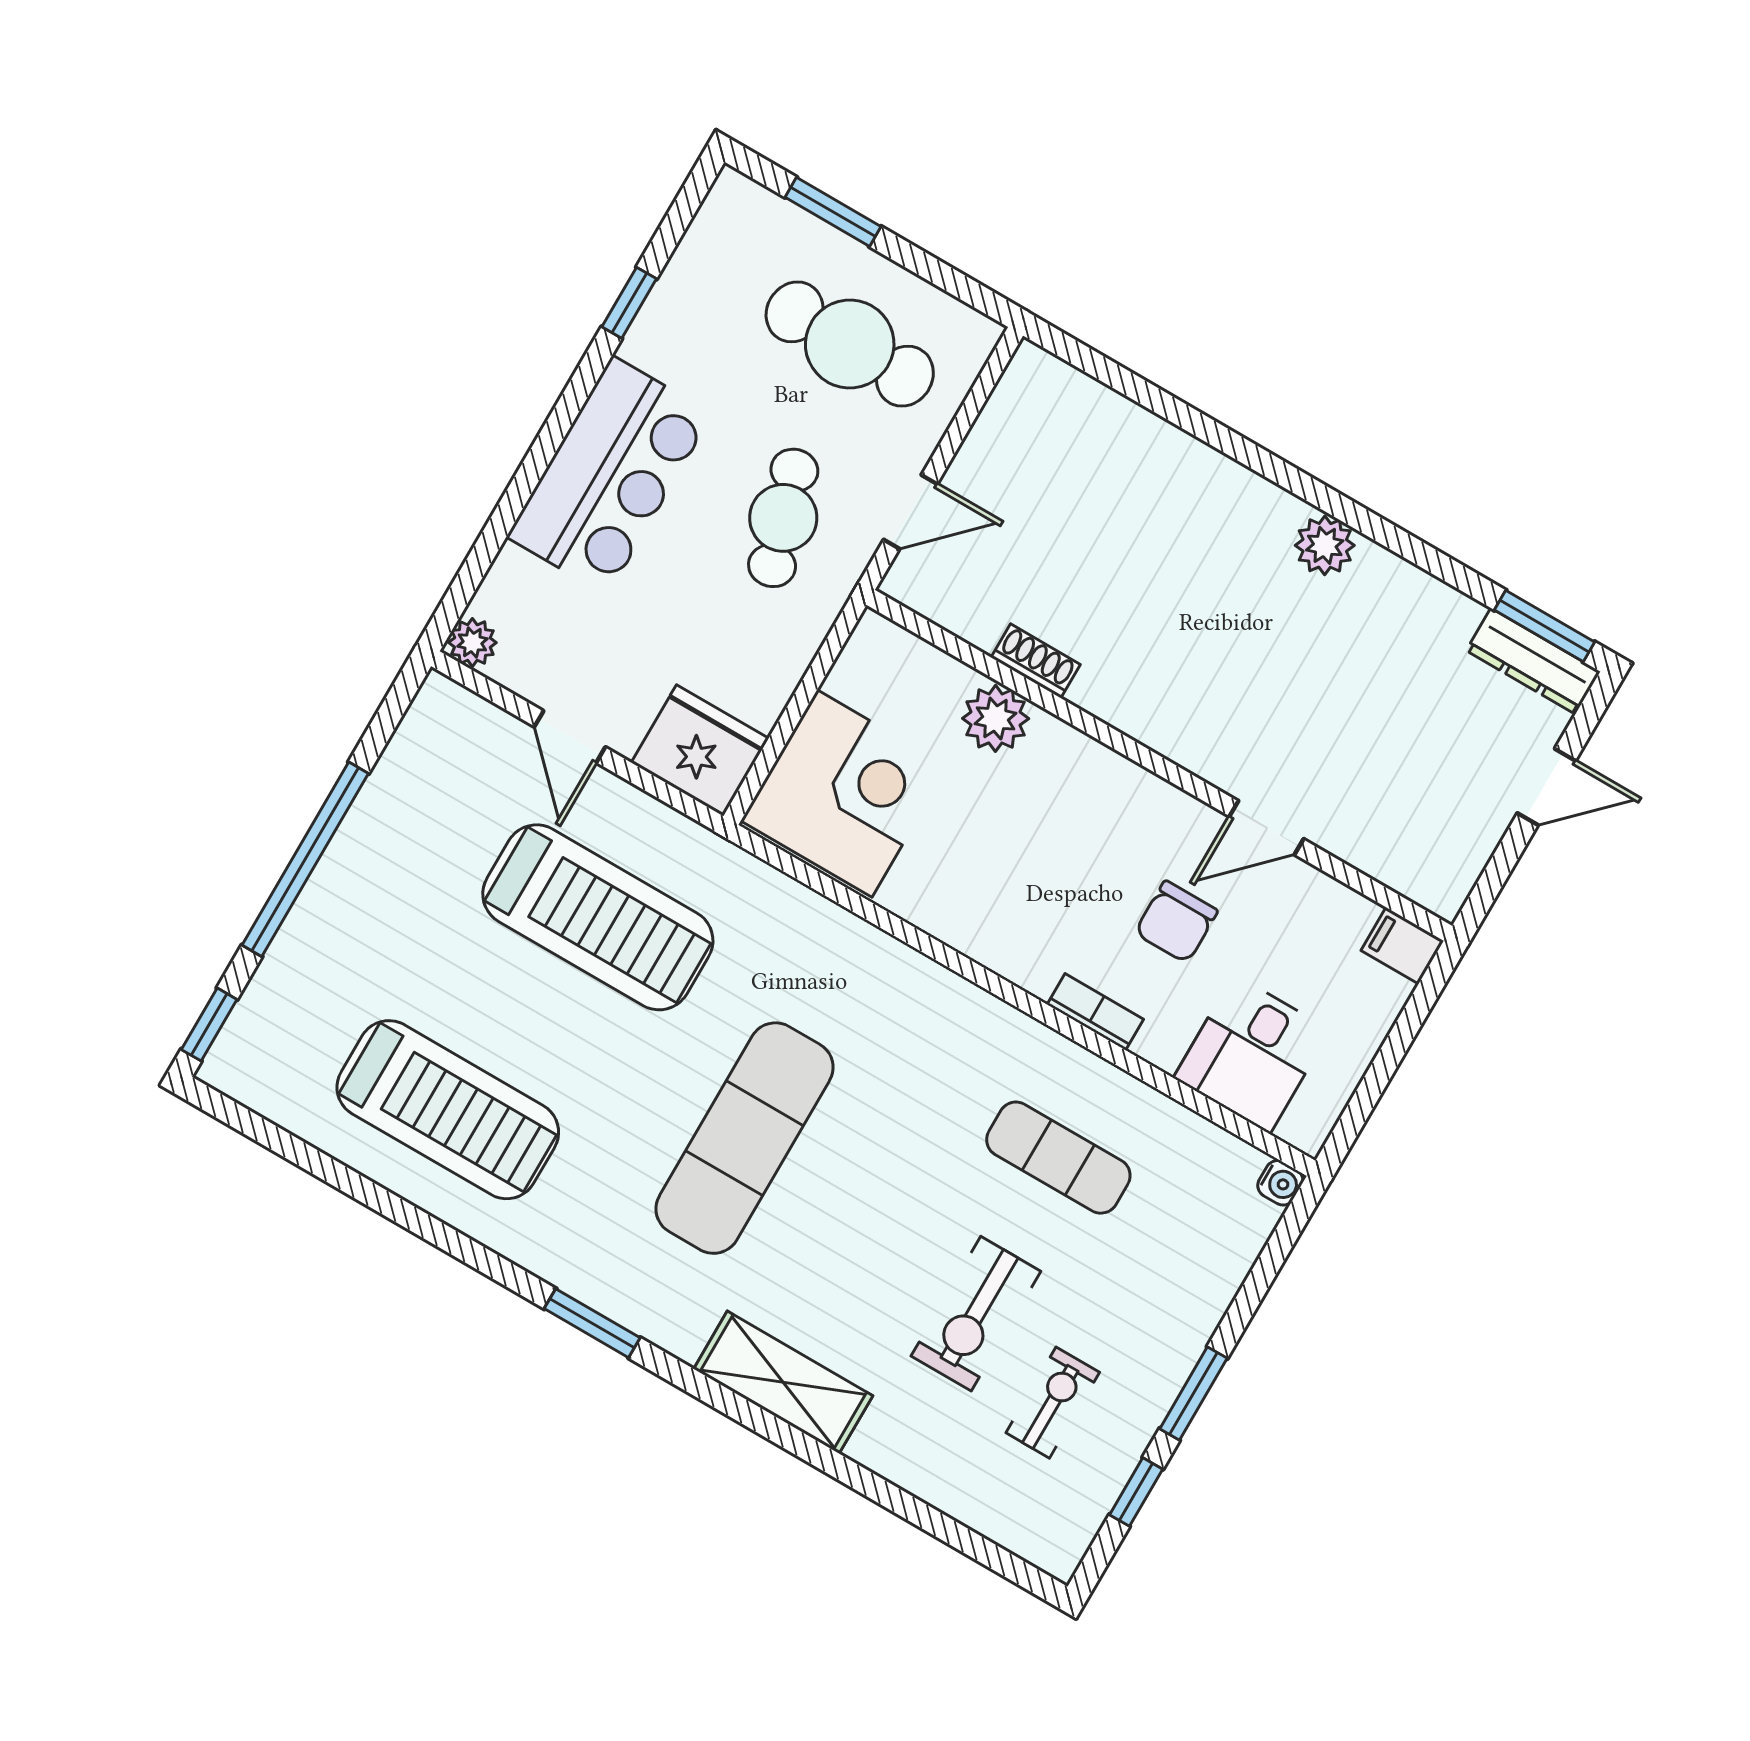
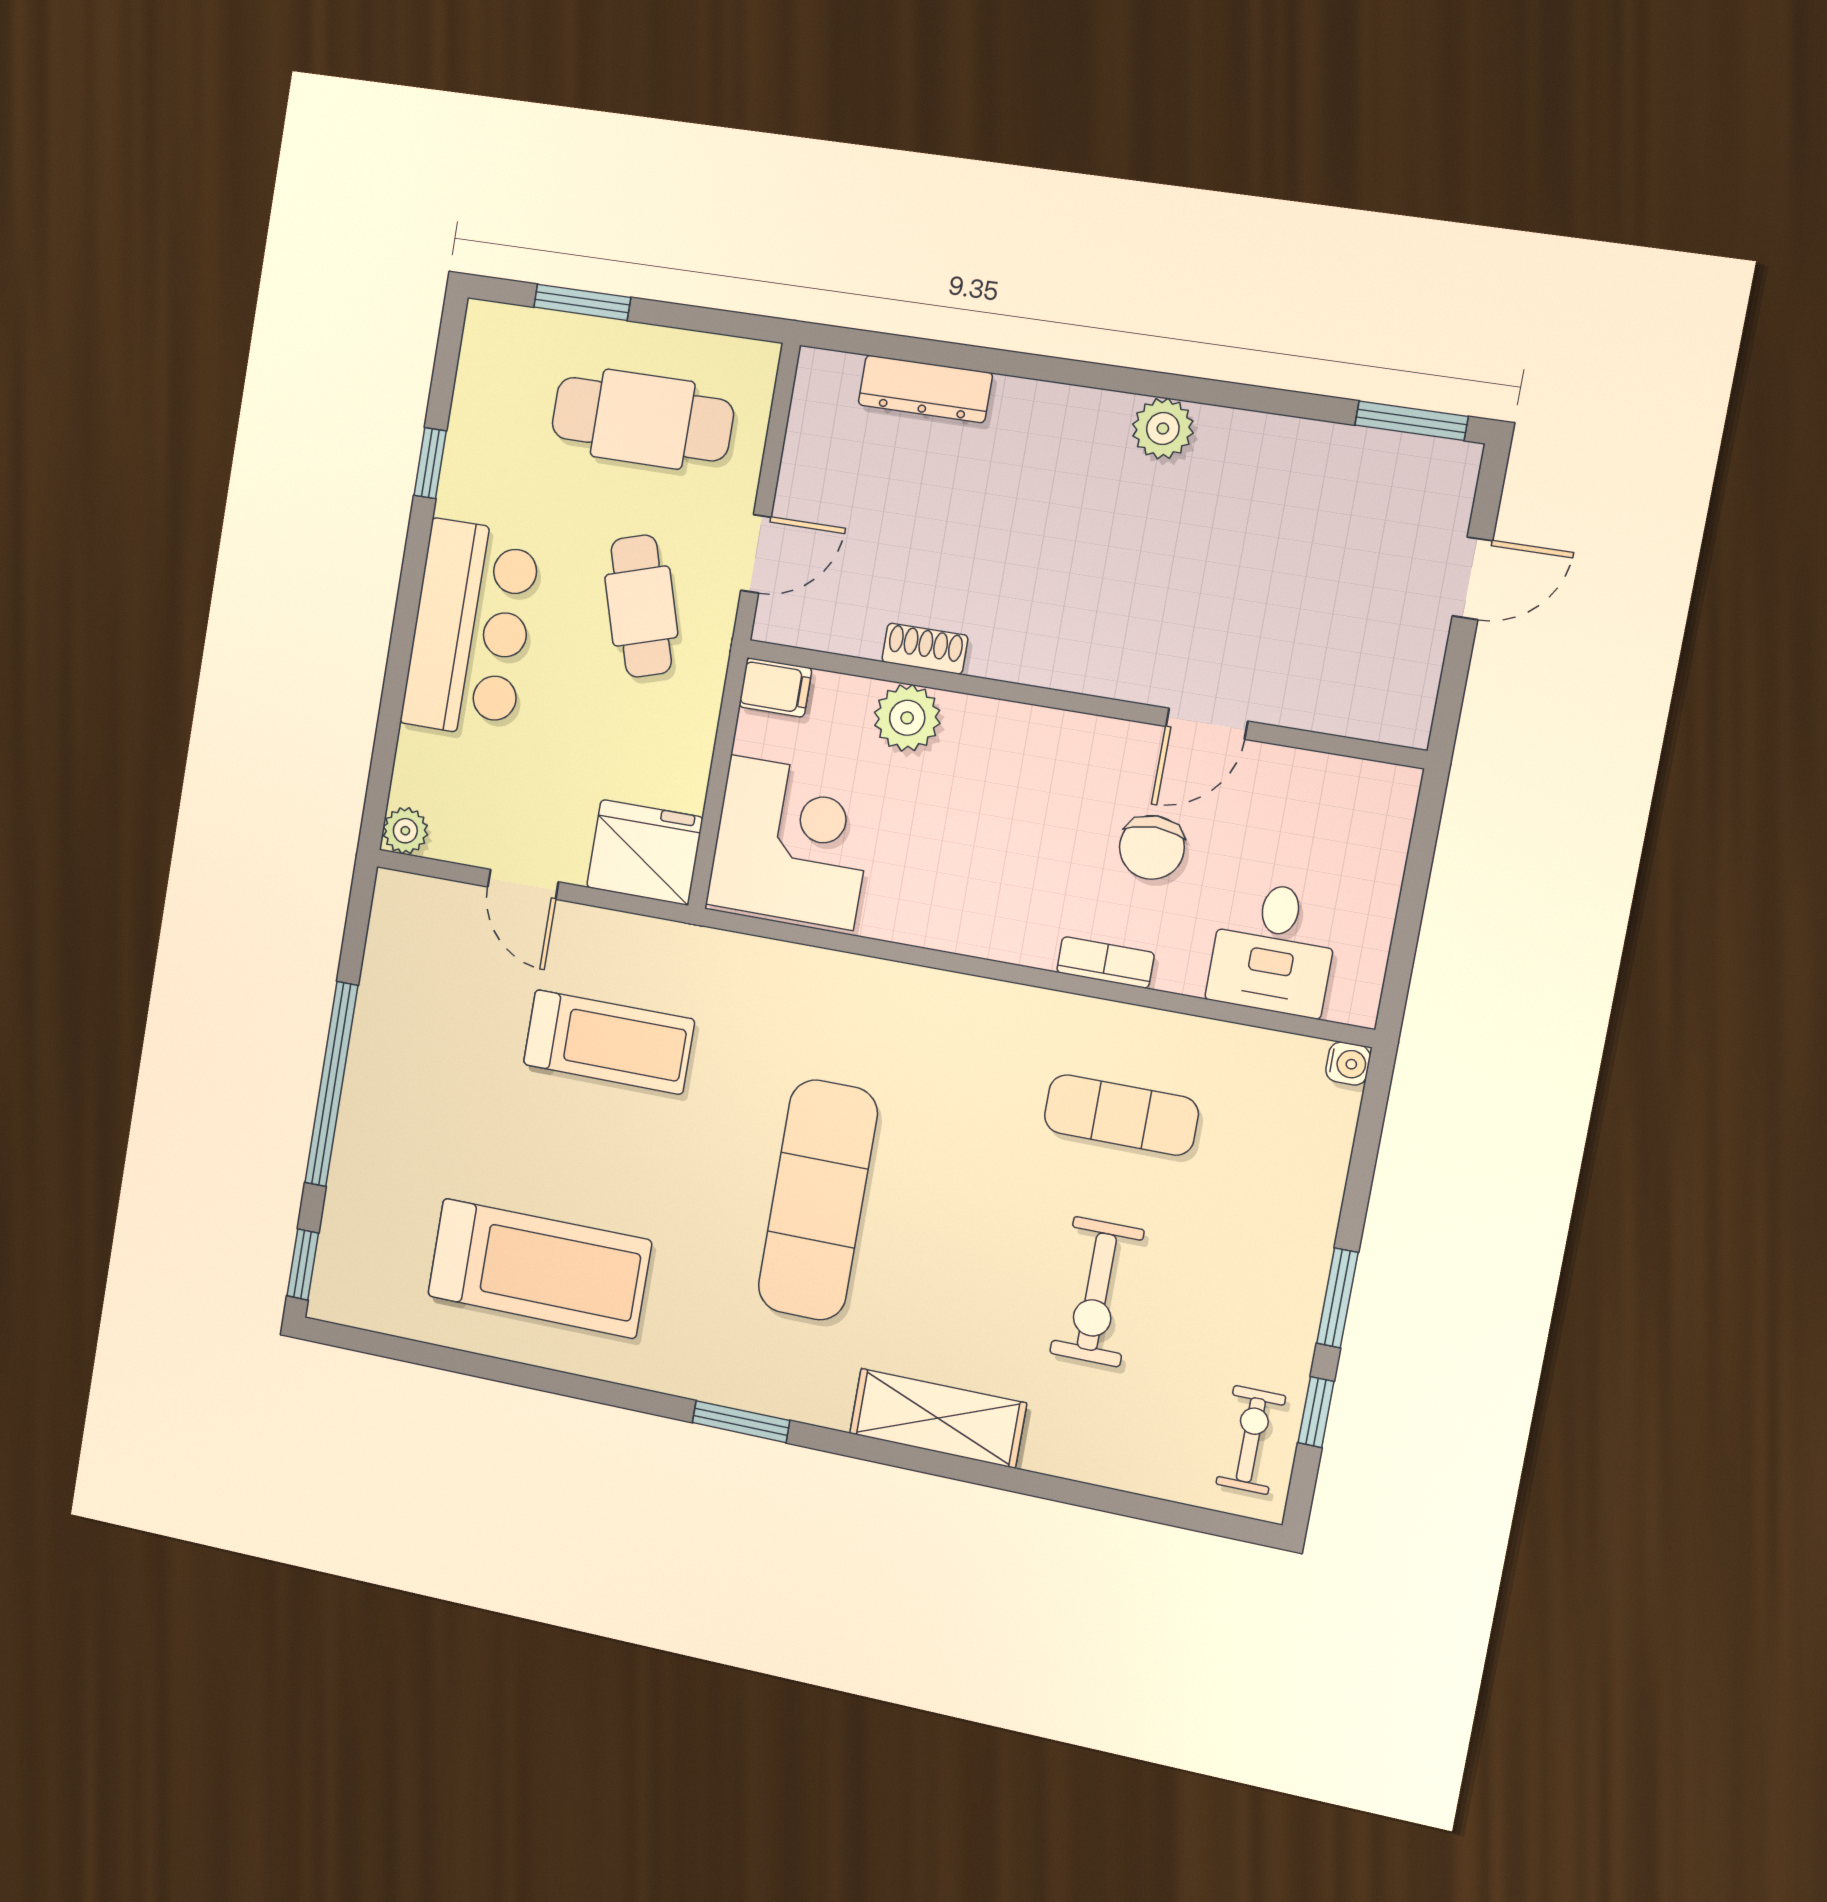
dresser: (1533, 661) -> (925, 389), moved
treadmill: (598, 917) -> (609, 1042), width x0.73, depth x0.73
filing cabinet: (1402, 946) -> (775, 687), moved, turned 180
exercise bike: (1053, 1403) -> (1251, 1440), moved

